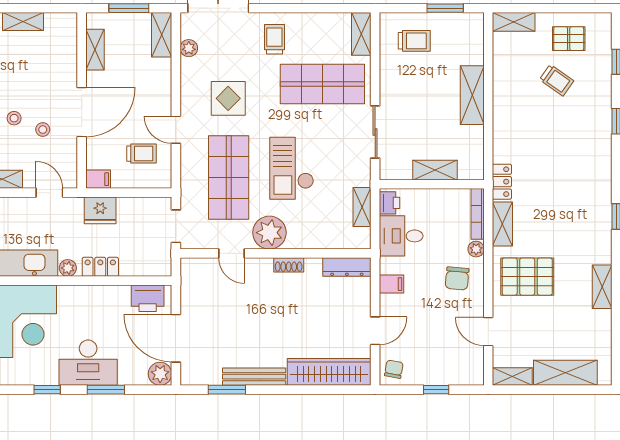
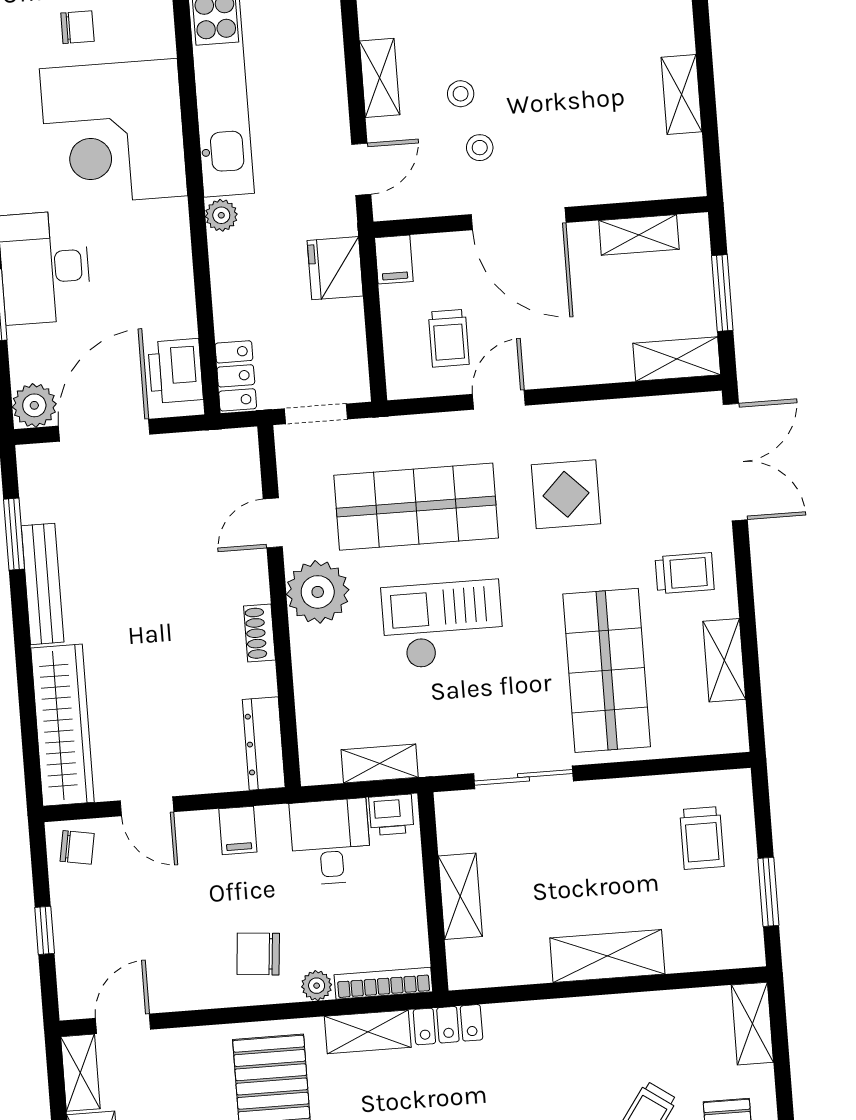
shelving: (361, 34) -> (724, 660), moved, turned 90
plant: (189, 48) -> (655, 412), removed
stool: (14, 118) -> (461, 94), moved
locker: (100, 267) -> (236, 376), moved
door: (488, 332) -> (123, 1024), moved

